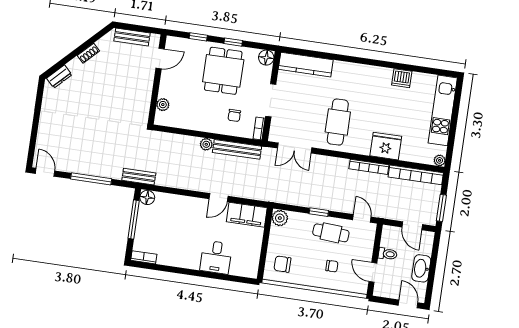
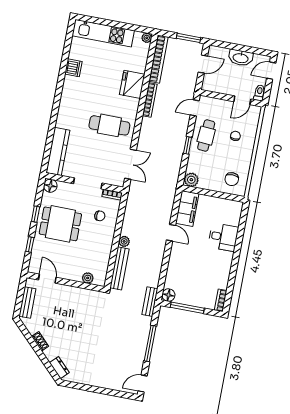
bench: (237, 149) -> (119, 268), moved
toilet: (388, 254) -> (259, 93), moved

